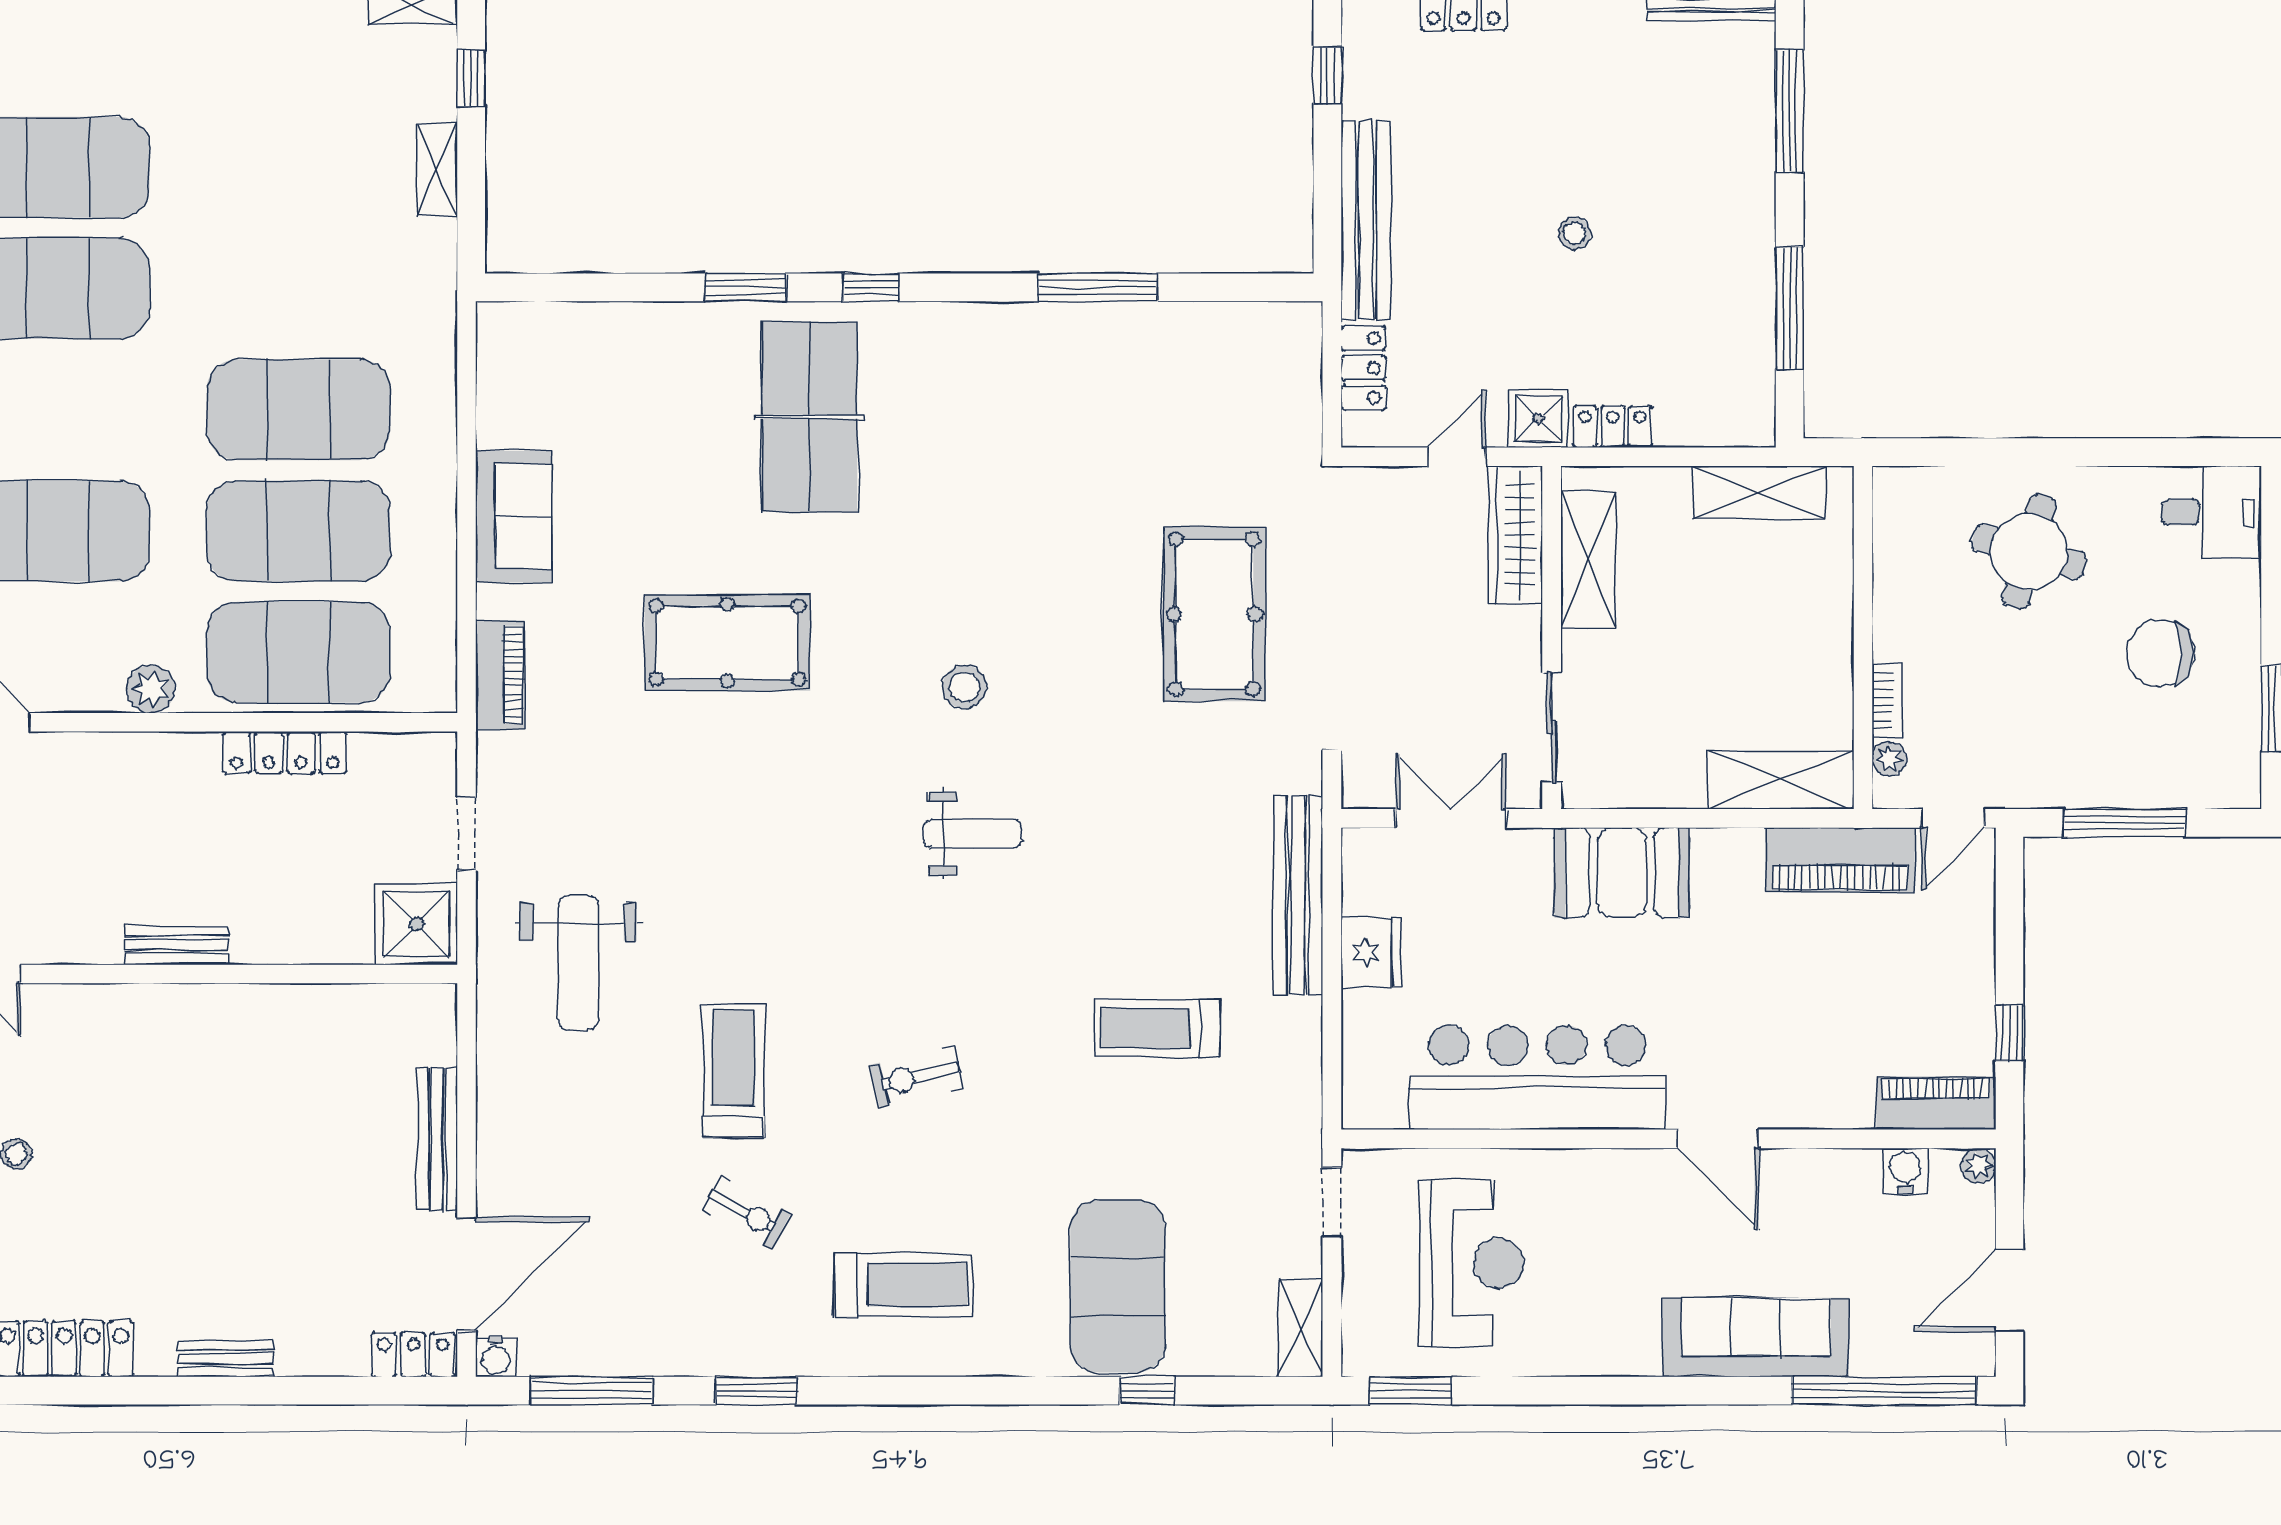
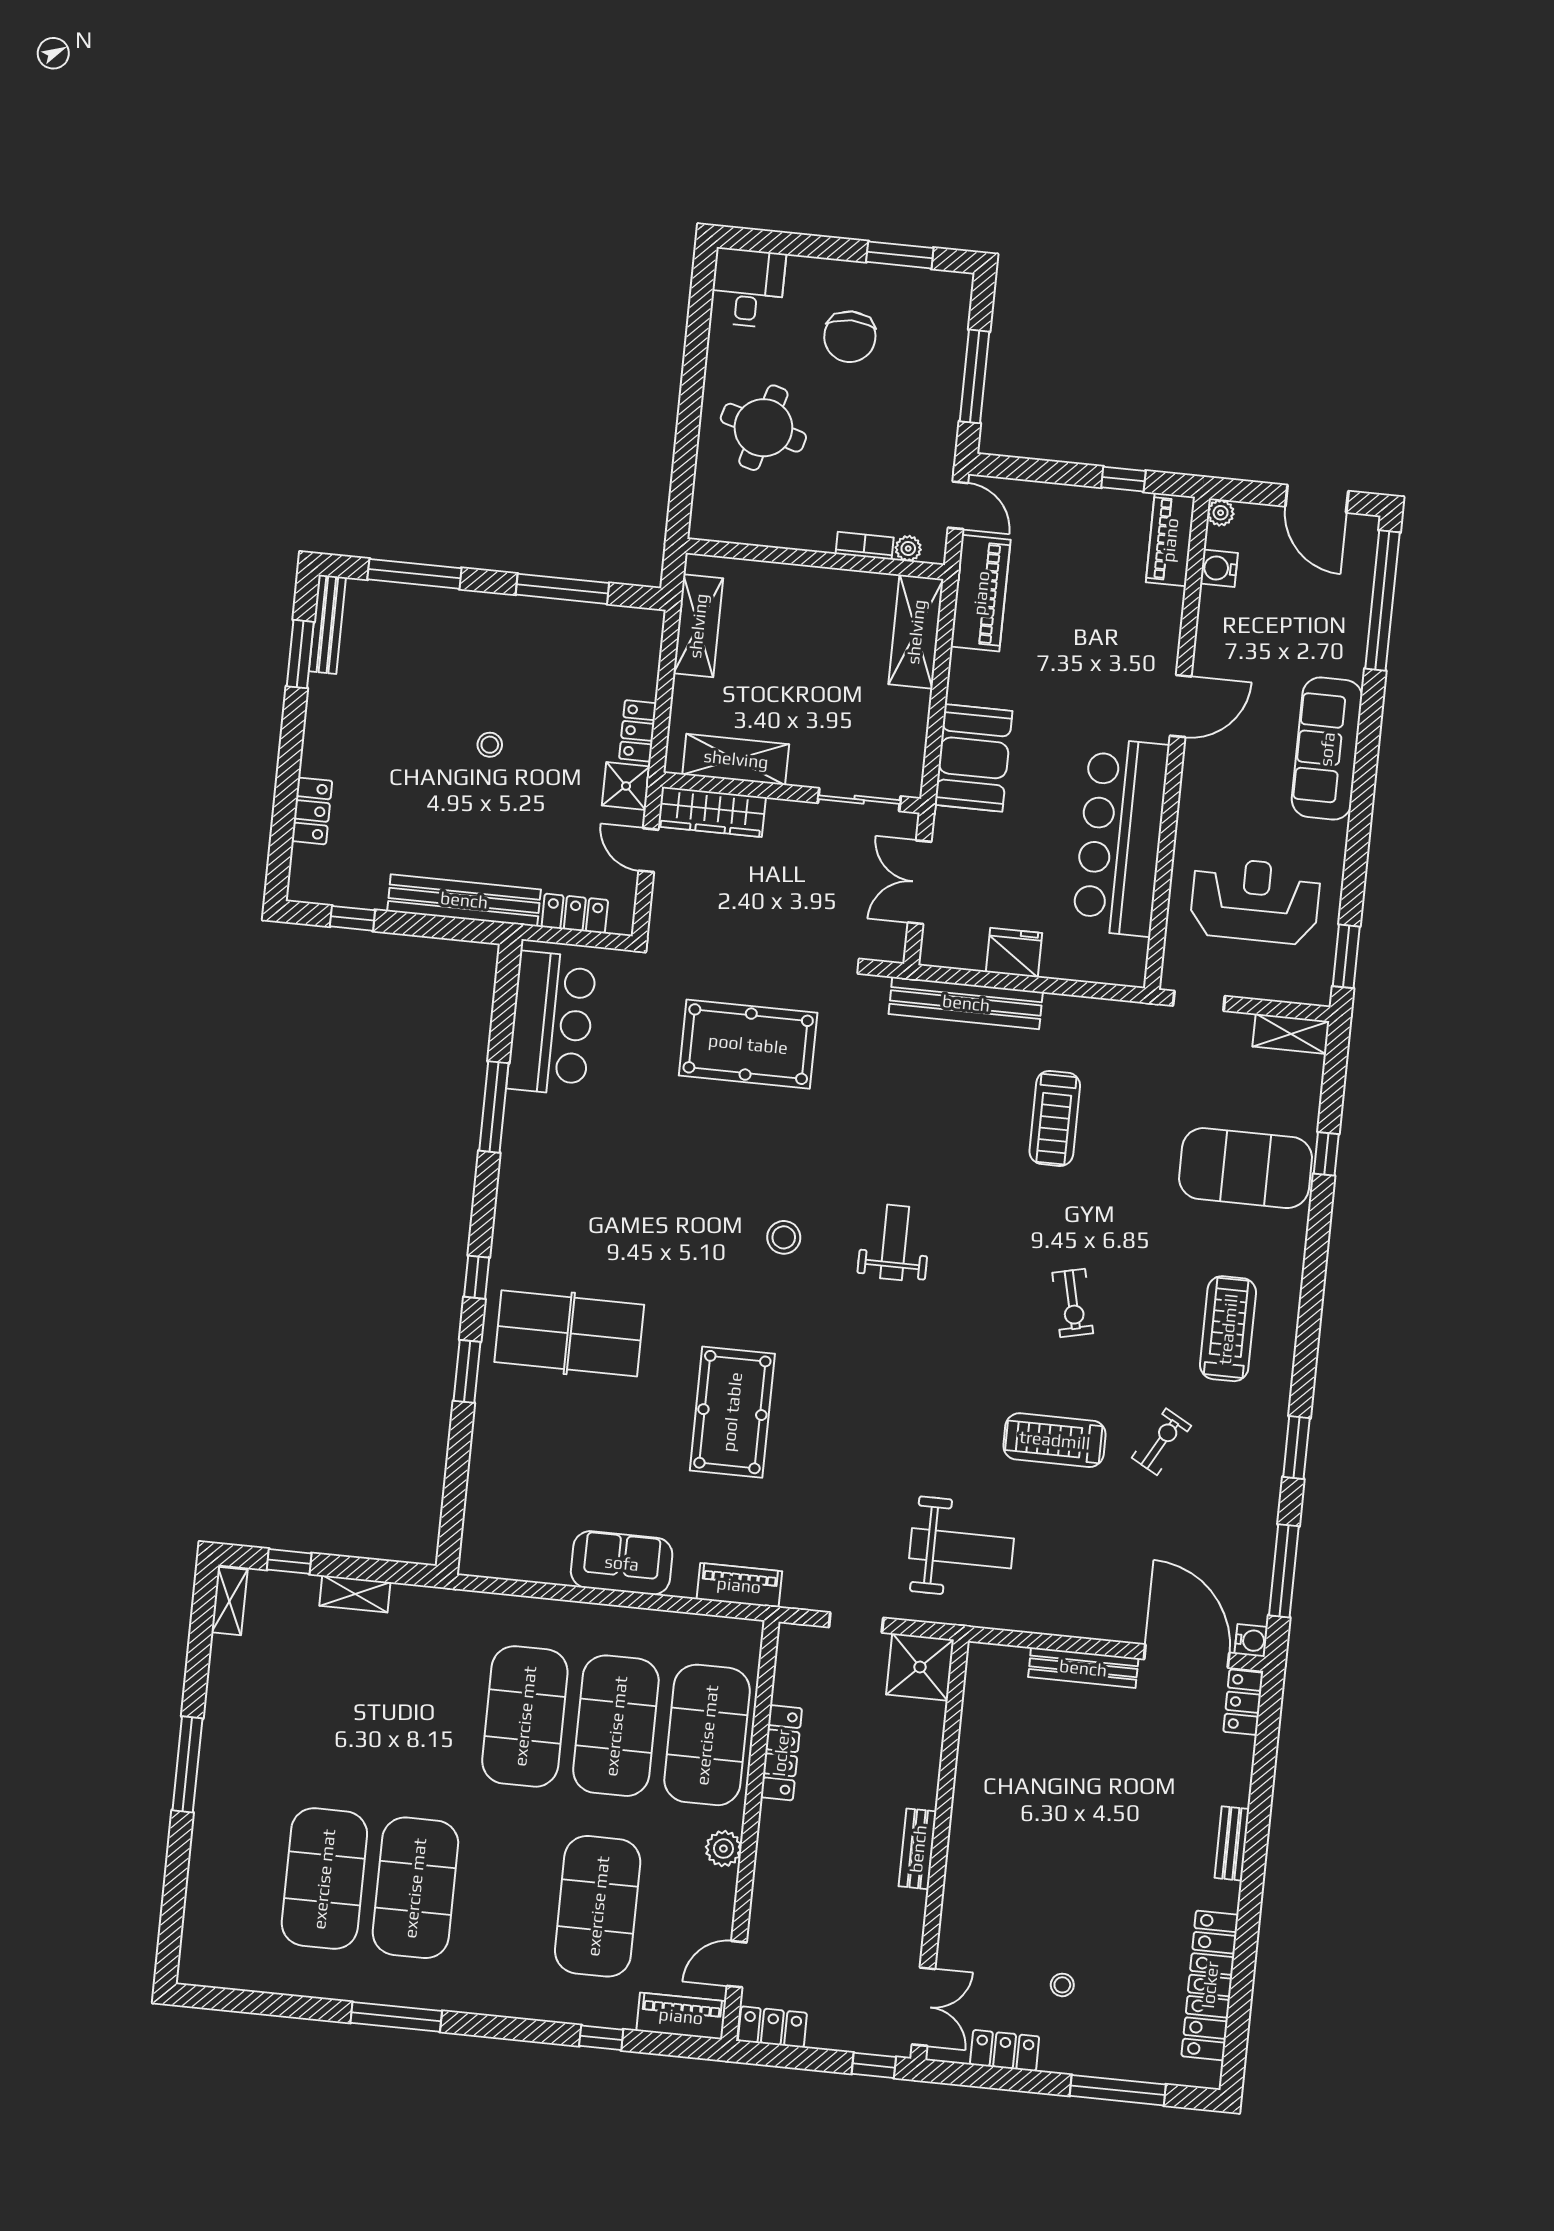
bar counter: (1216, 352) -> (552, 1023), added
sofa: (1756, 1337) -> (1327, 749), moved

